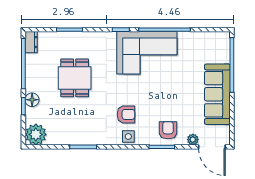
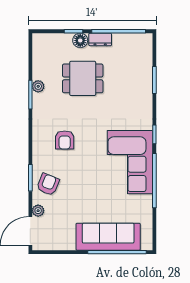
dresser: (31, 42) -> (100, 39), moved
dining table: (75, 78) -> (83, 78), moved
sofa: (217, 94) -> (108, 237), moved
armchair: (168, 130) -> (48, 184), turned -68
plant: (36, 134) -> (38, 86), moved, width x0.53, depth x0.53
side table: (128, 136) -> (41, 142), removed

